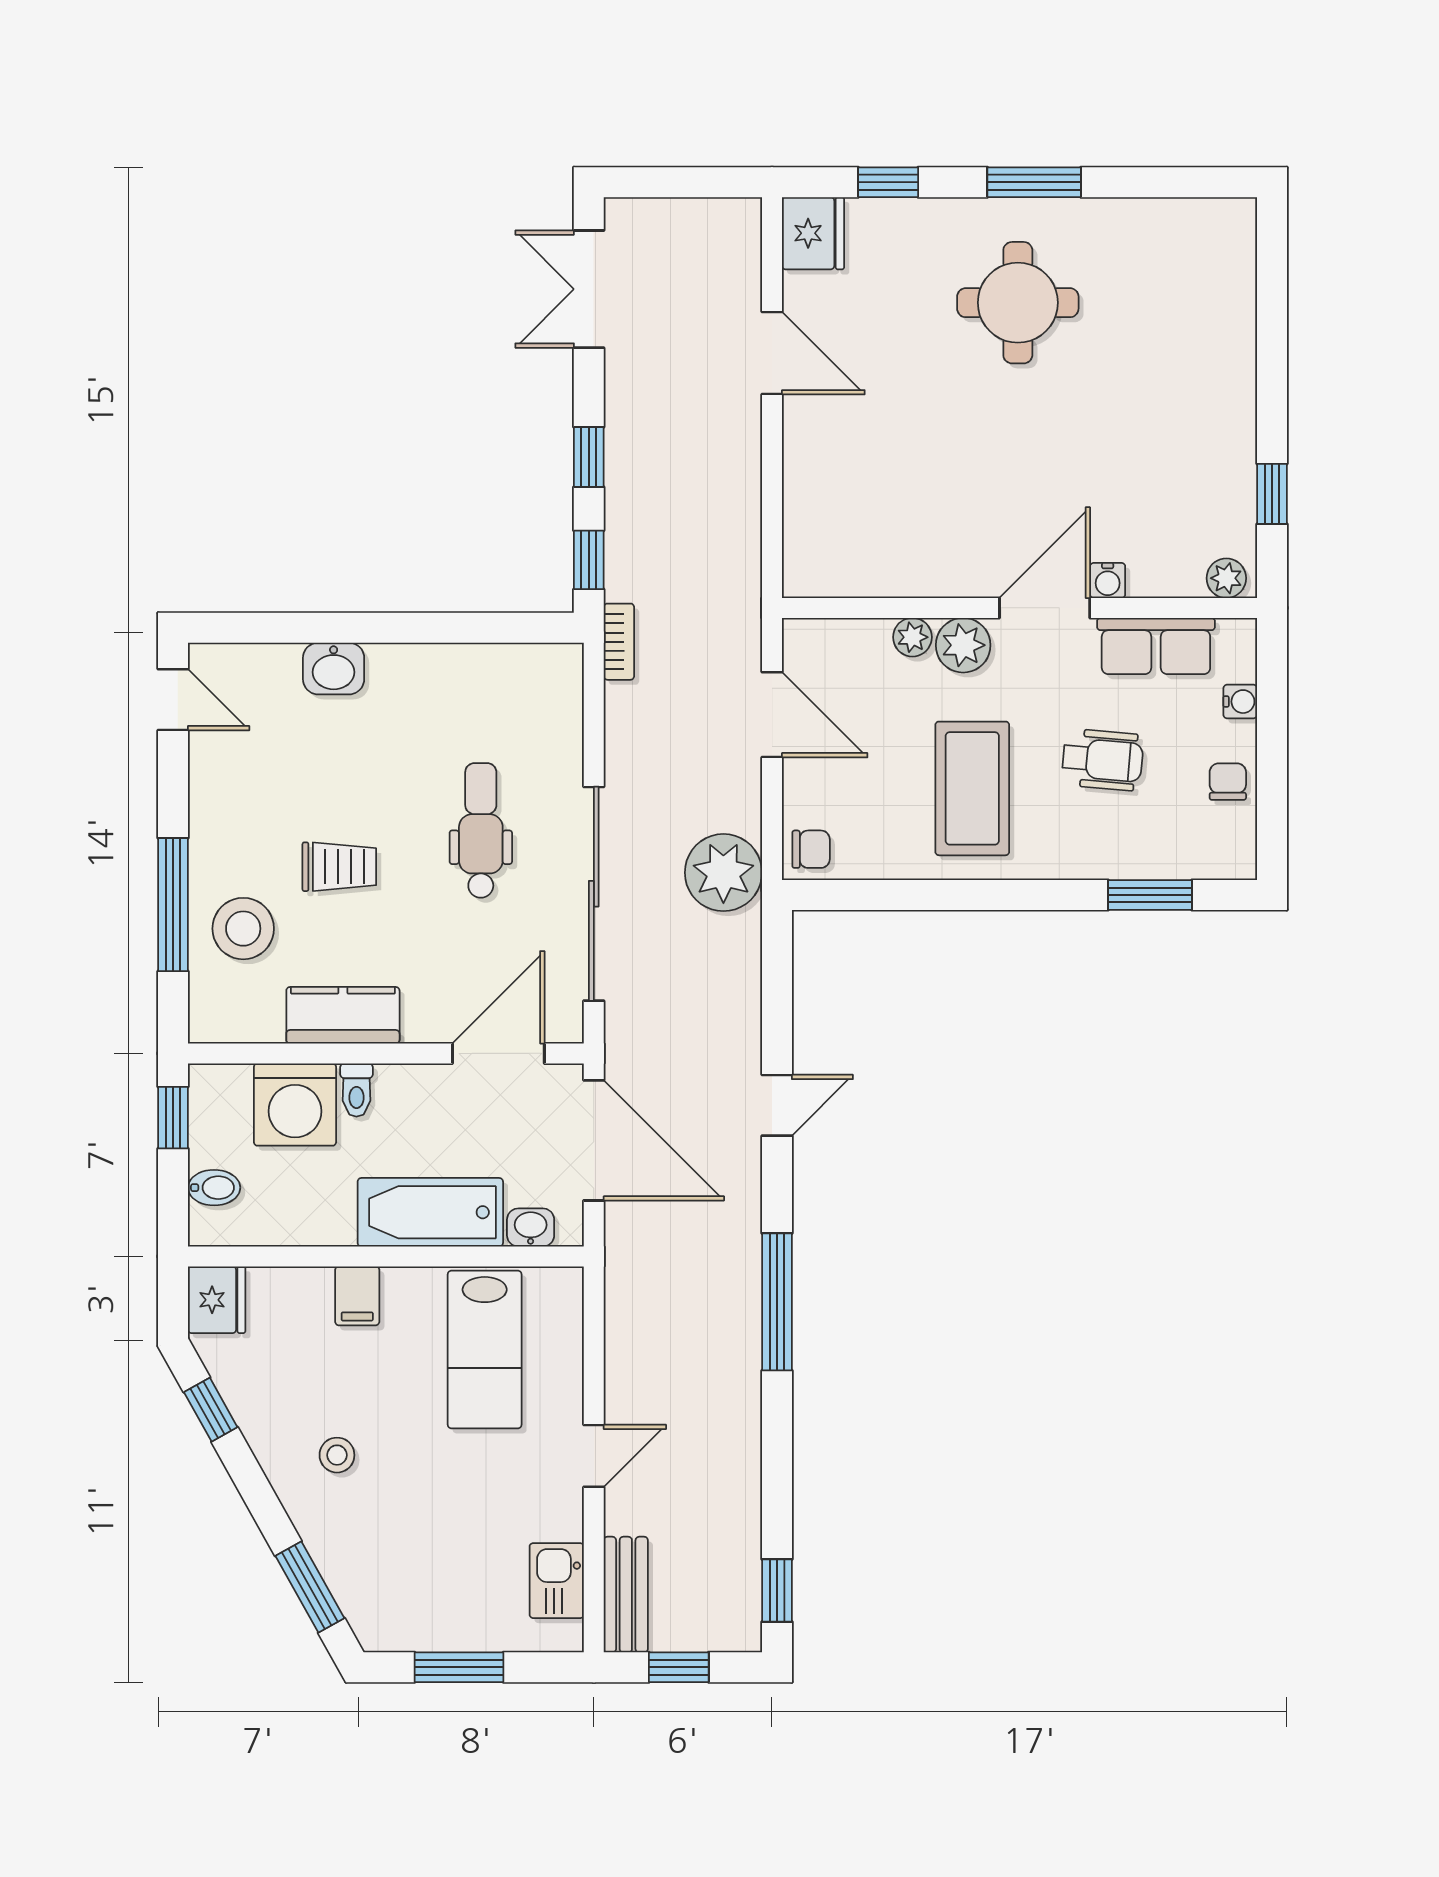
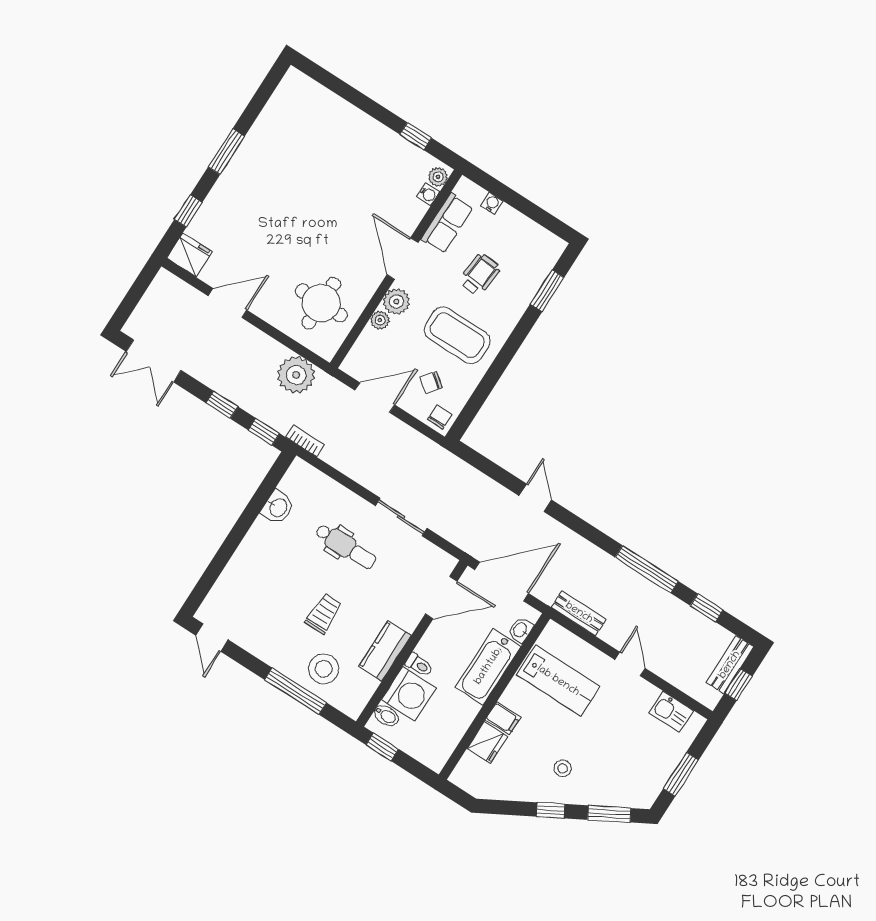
round table: (1018, 303) -> (321, 303), moved
water cooler: (1108, 580) -> (428, 194), moved
washbasin: (334, 669) -> (278, 507), moved
door: (173, 700) -> (212, 638), swing flipped
chair: (1228, 782) -> (431, 382), moved, turned -52
dental chair: (481, 830) -> (346, 546), turned 180
plant: (723, 873) -> (296, 375), moved
sliding door: (594, 894) -> (401, 517), width x0.54
door: (498, 1053) -> (441, 598), swing flipped
bidet: (214, 1188) -> (386, 716), moved, turned 90
fridge: (217, 1300) -> (487, 743), moved, turned 90
window: (777, 1302) -> (647, 569), moved
bench: (624, 1310) -> (579, 613), added
window: (211, 1410) -> (551, 810), moved
window: (777, 1590) -> (707, 608), moved
bench: (626, 1595) -> (730, 665), moved, turned 90

